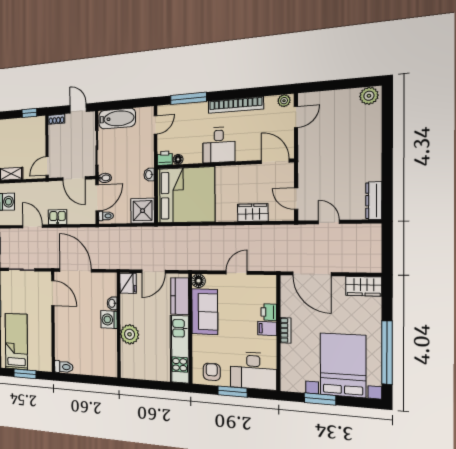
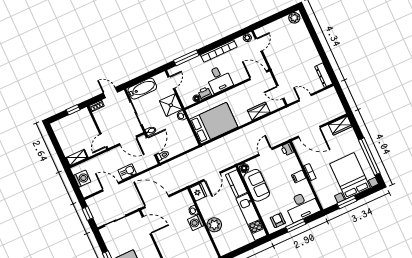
printer: (165, 158) -> (205, 93), moved
bed: (186, 195) -> (214, 123), width x0.73
shower: (143, 211) -> (171, 105), moved
printer: (269, 312) -> (287, 149), moved

